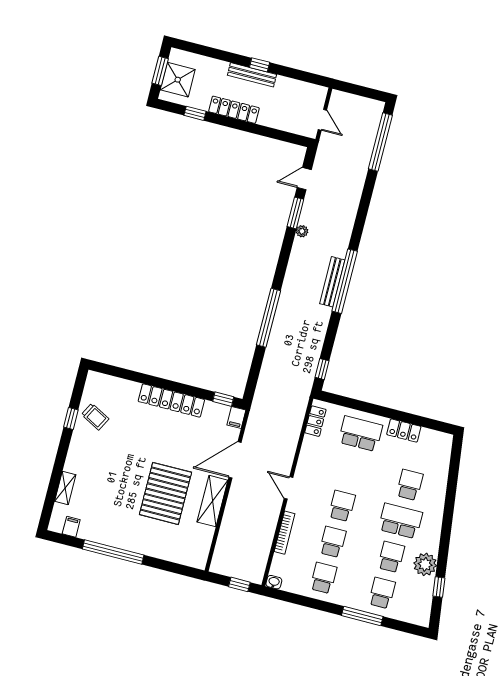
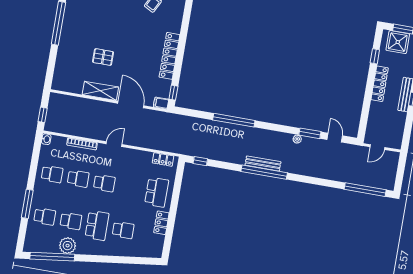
pallet: (165, 493) -> (103, 57), width x0.49, depth x0.50
window: (439, 587) -> (52, 257), width x3.17

